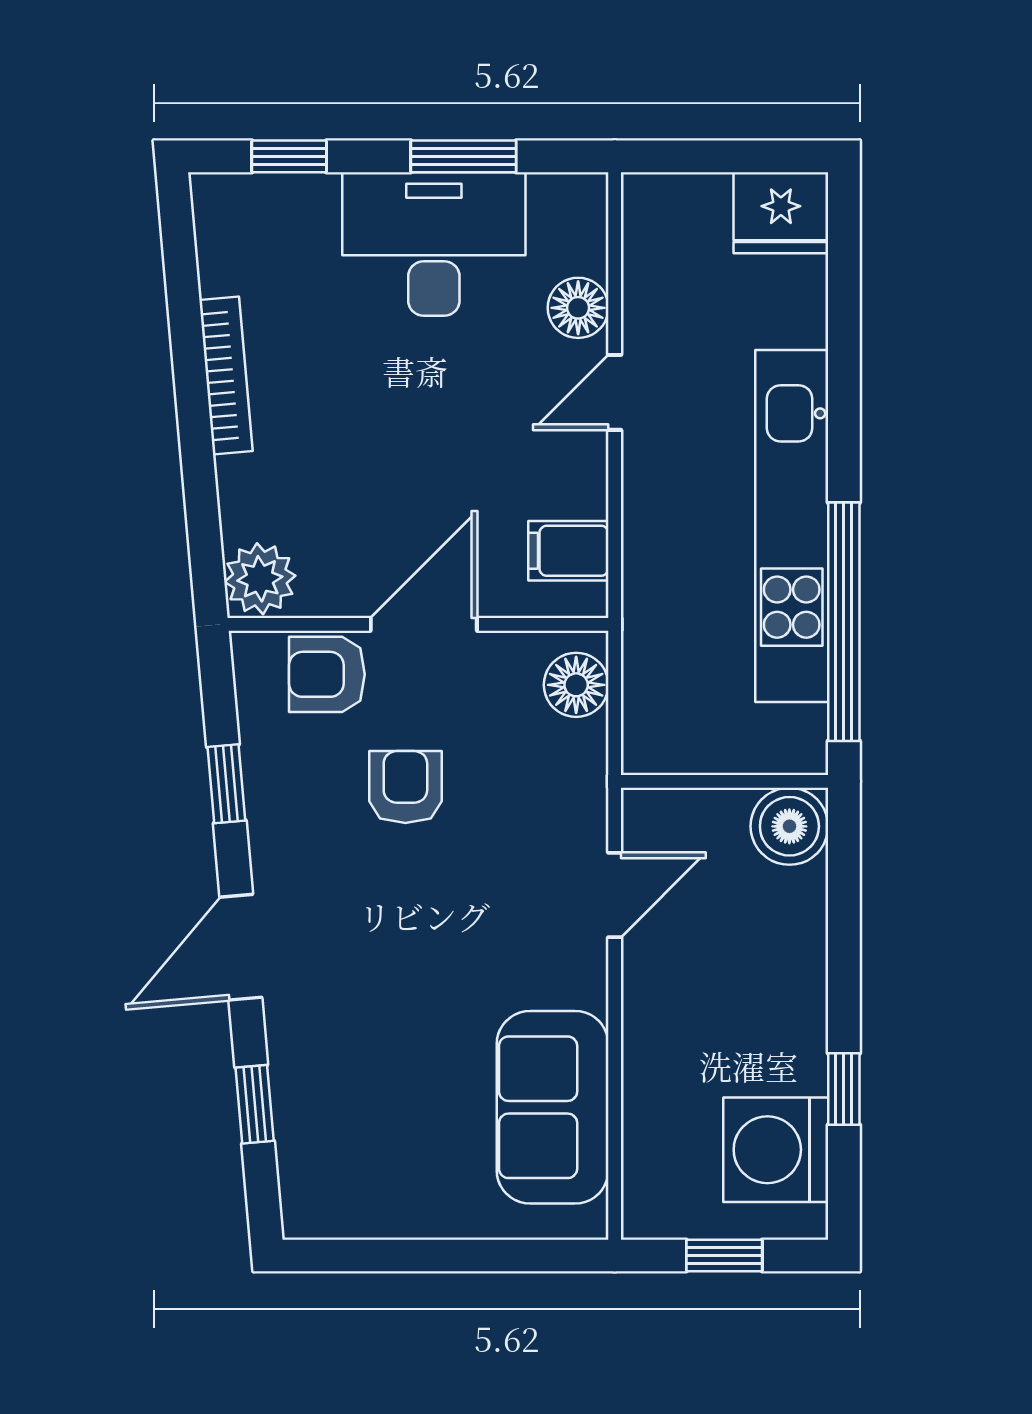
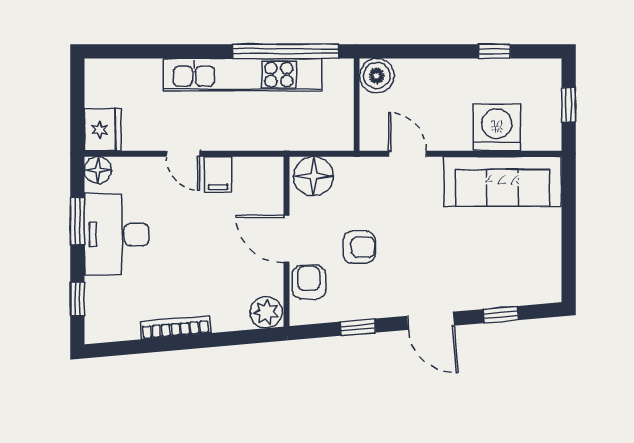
fridge: (781, 213) -> (103, 130), moved
floor lamp: (578, 308) -> (98, 170), moved
filing cabinet: (568, 551) -> (218, 174), moved
armchair: (327, 674) -> (309, 282), turned 180
floor lamp: (576, 685) -> (314, 176), width x1.38, depth x1.38
armchair: (405, 787) -> (359, 247), turned 180
sofa: (553, 1107) -> (502, 181), width x1.36
washing machine: (776, 1150) -> (497, 127), moved, turned 180

